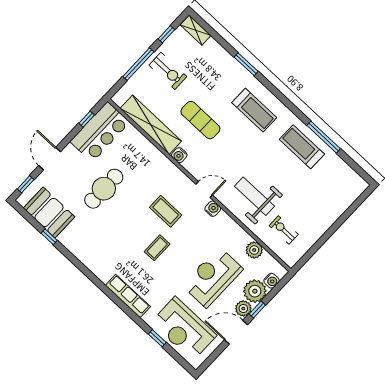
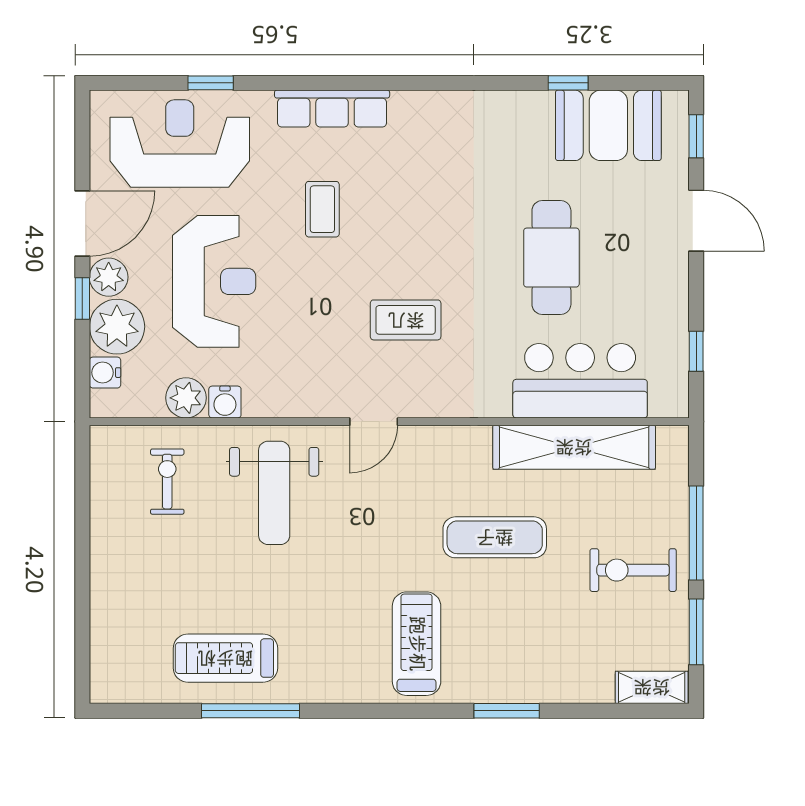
window: (166, 34) -> (696, 632), width x1.50
treadmill: (254, 110) -> (417, 644), turned 90
bar counter: (100, 132) -> (580, 381), moved, turned 90
treadmill: (302, 147) -> (225, 658), moved, turned 180
water cooler: (179, 155) -> (474, 441), removed
weight bench: (255, 196) -> (274, 493), turned 90
water cooler: (213, 209) -> (225, 402), moved
exercise bike: (284, 230) -> (167, 482), turned -90
coffee table: (157, 248) -> (322, 209), moved

